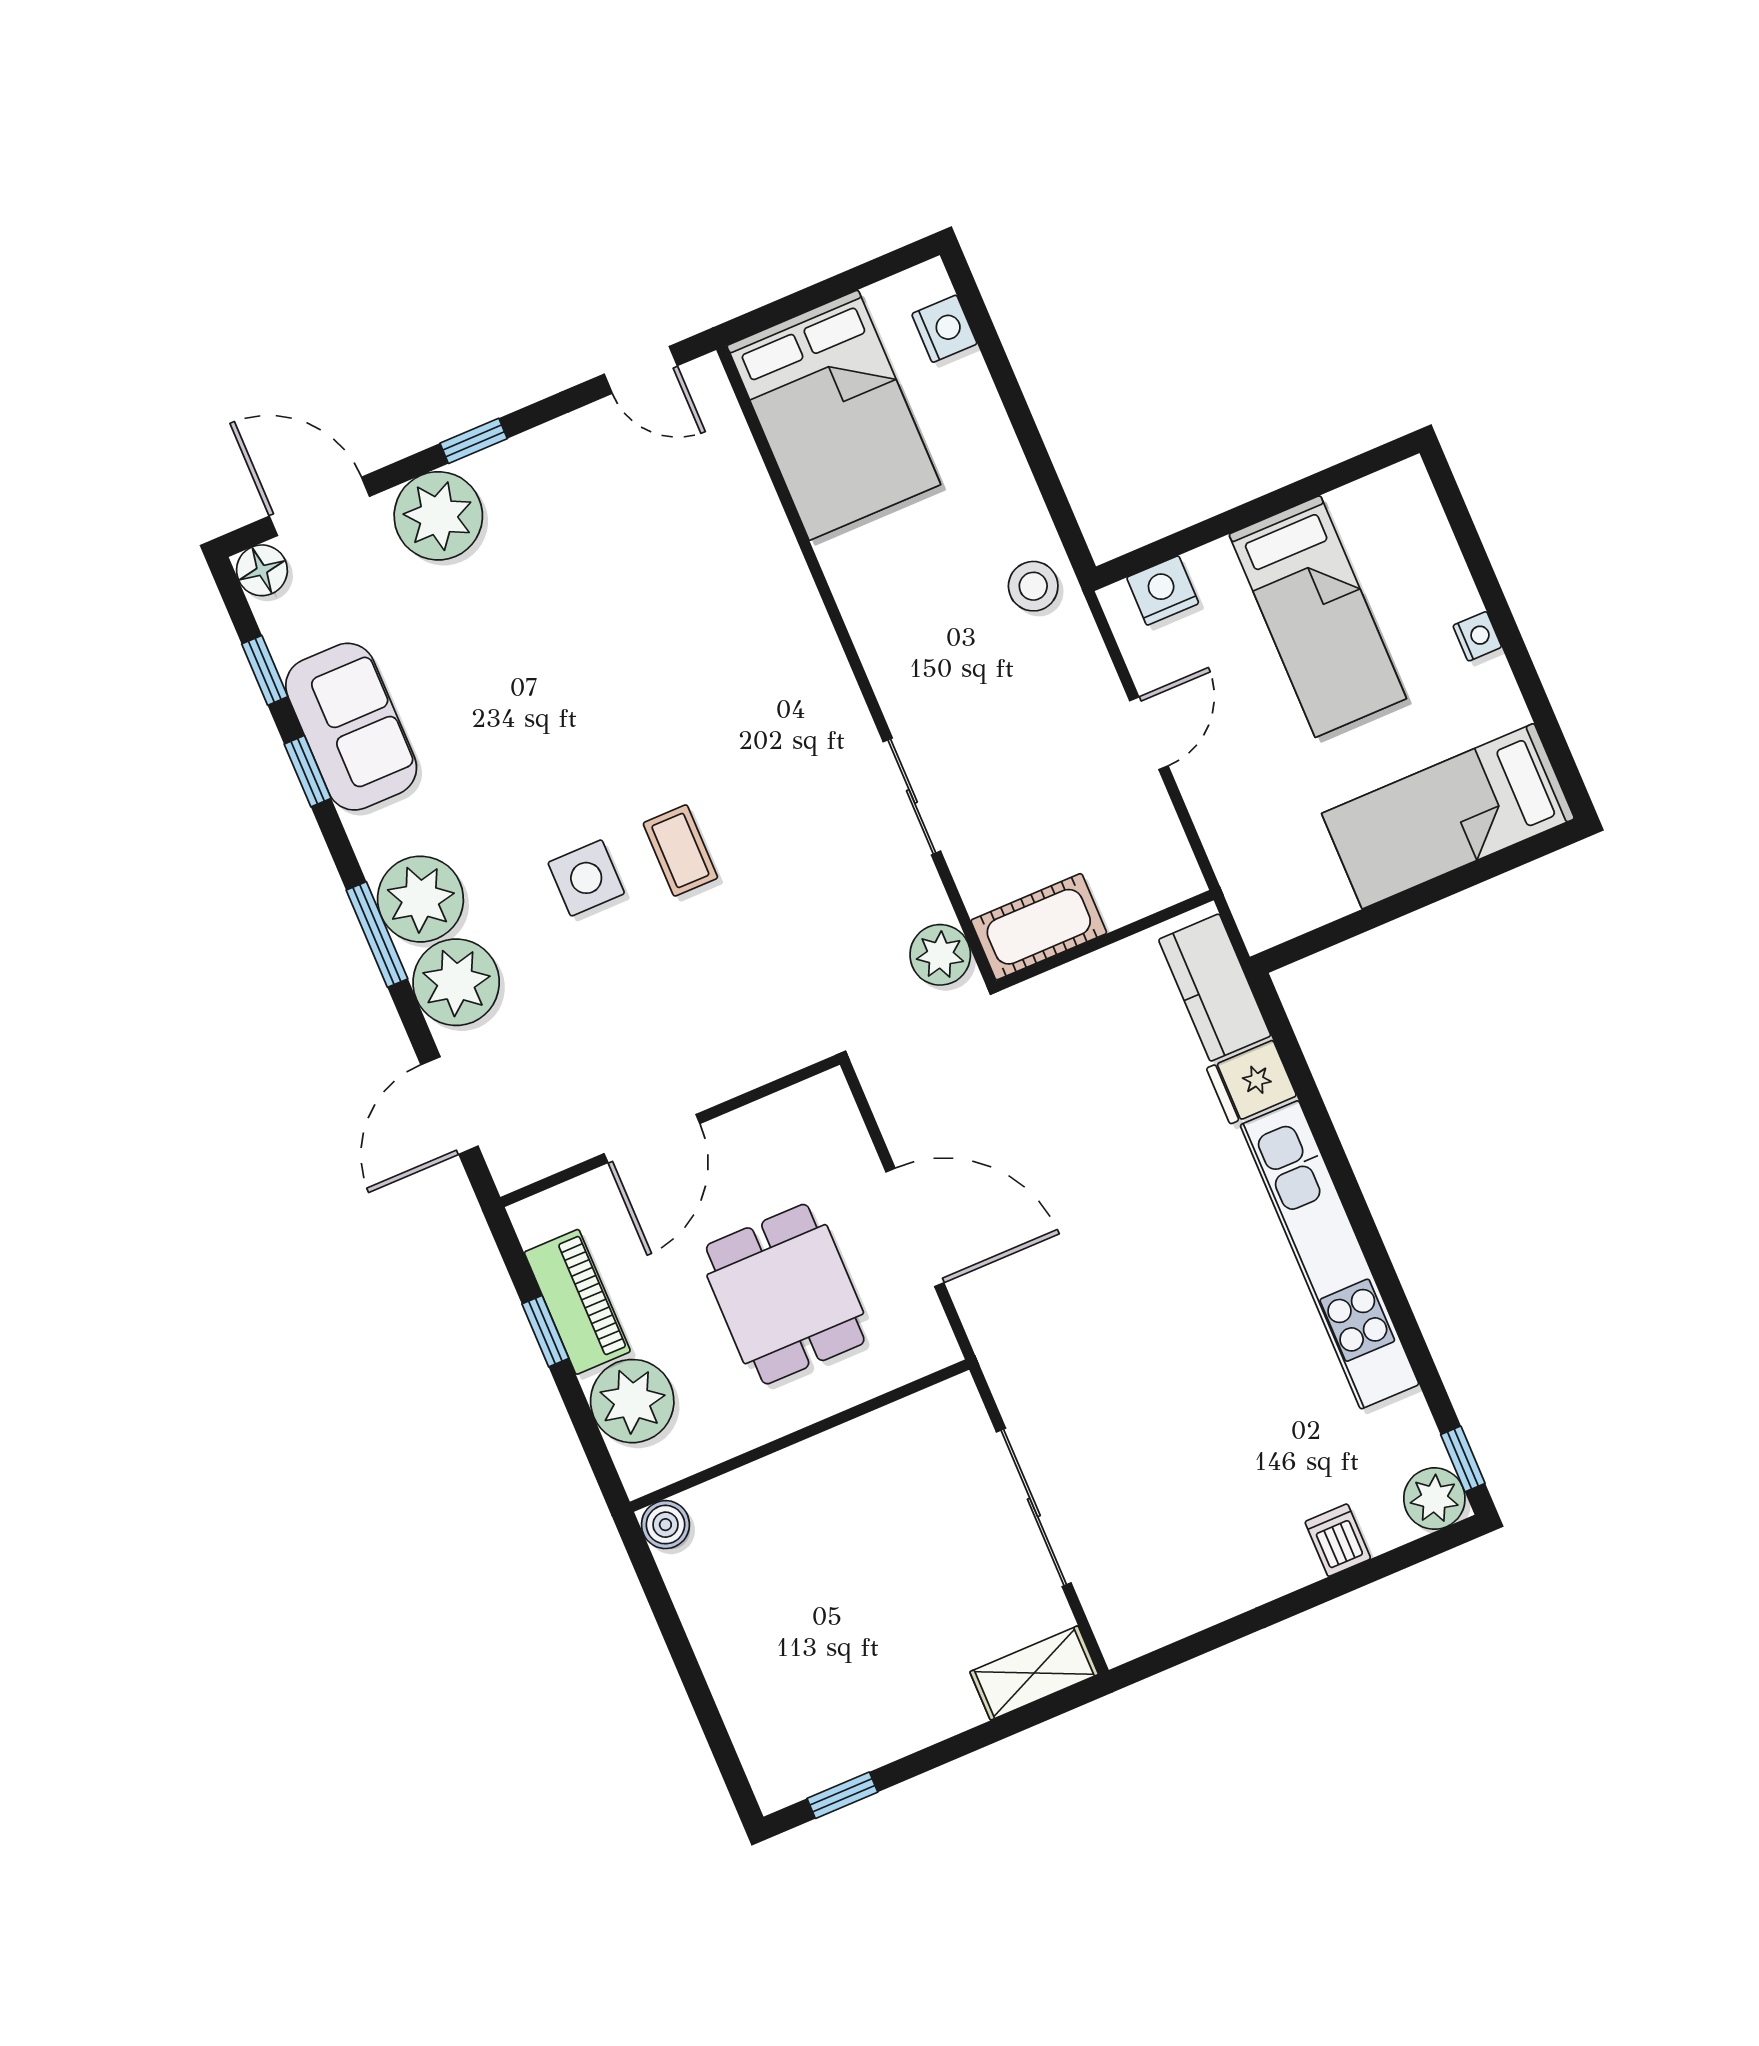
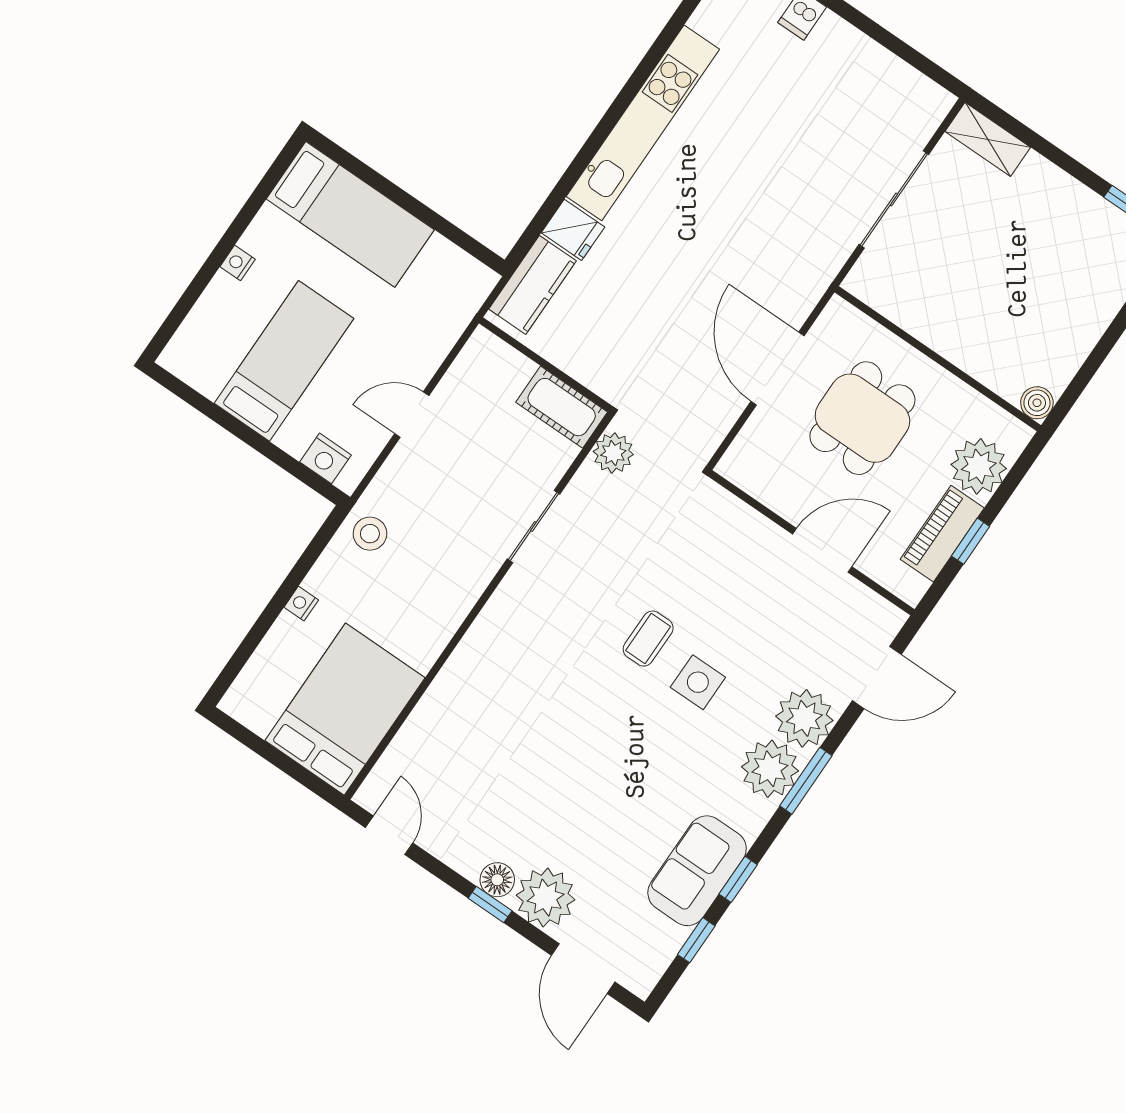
nightstand: (944, 329) -> (301, 604), moved, width x0.72, depth x0.74
floor lamp: (262, 570) -> (497, 880), moved

